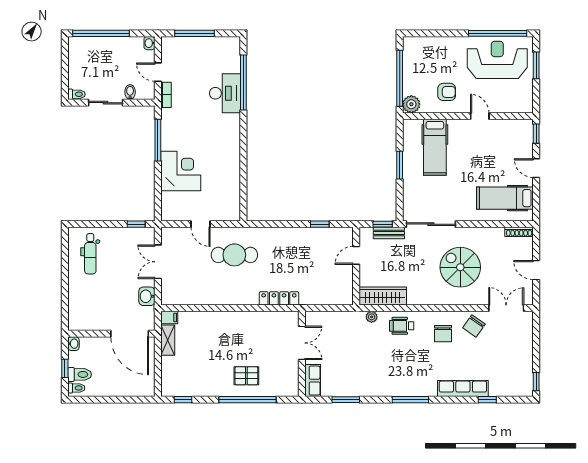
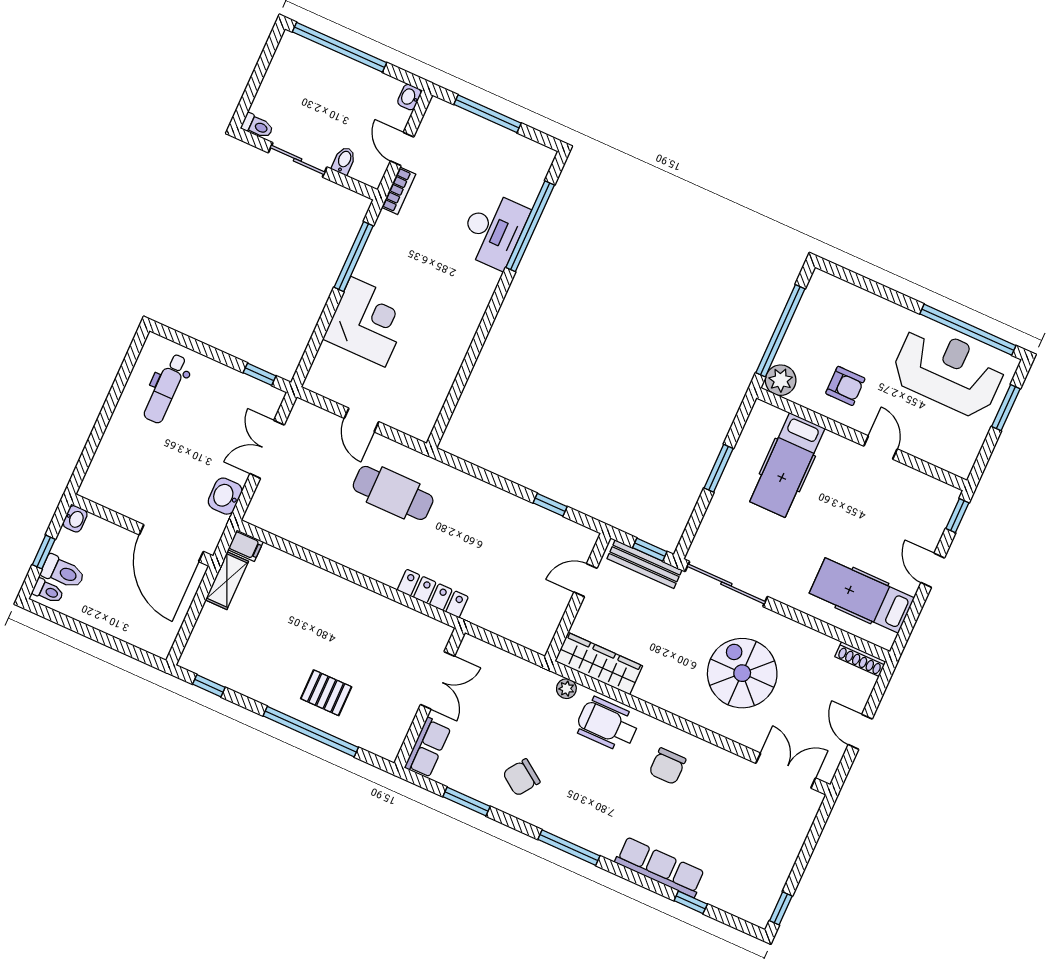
bench: (389, 233) -> (645, 564), width x1.36
wheelchair: (402, 326) -> (607, 724), width x1.36, depth x1.37
chair: (474, 326) -> (521, 777), moved

